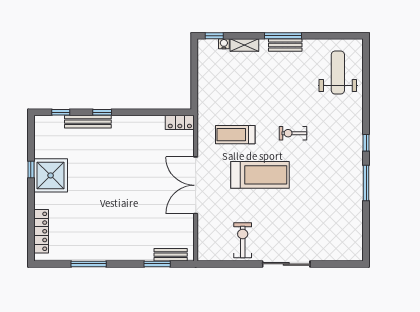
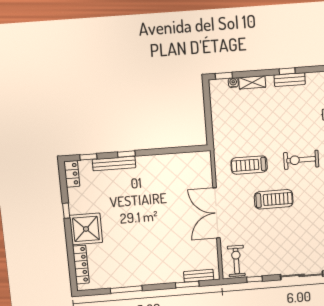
window: (283, 36) -> (287, 71), width x0.46
locker: (180, 122) -> (72, 174), moved, turned -90
exercise bike: (293, 133) -> (301, 160), width x1.38, depth x1.39
shower: (51, 175) -> (86, 229), moved
treadmill: (260, 175) -> (274, 199), width x0.73, depth x0.73
exercise bike: (243, 240) -> (236, 261), moved
window: (233, 264) -> (255, 279), added

